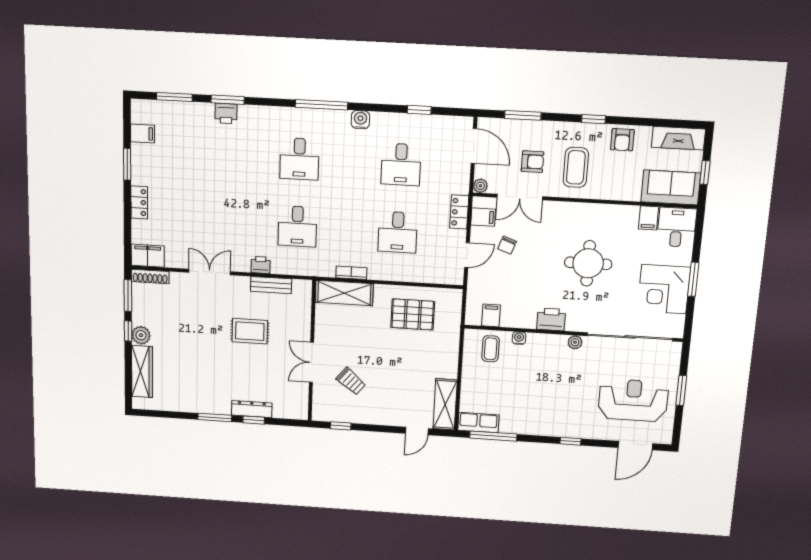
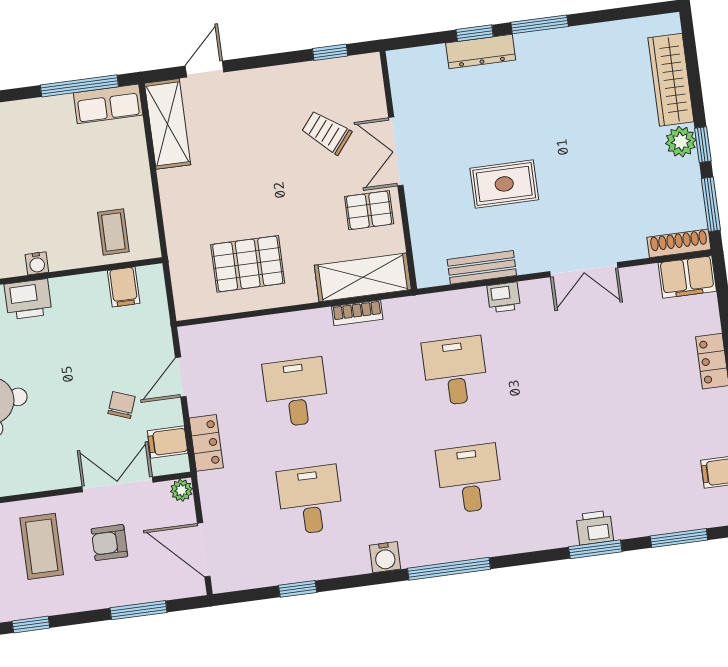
pallet: (333, 332) -> (369, 210), added
water cooler: (519, 338) -> (37, 263), moved
double door: (312, 362) -> (396, 151), swing flipped

